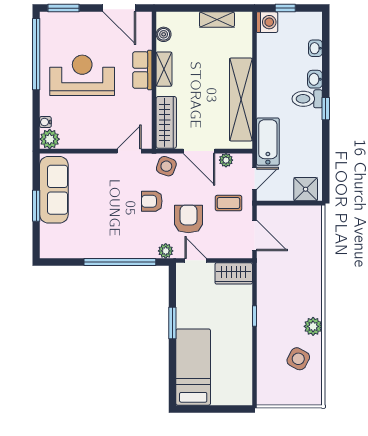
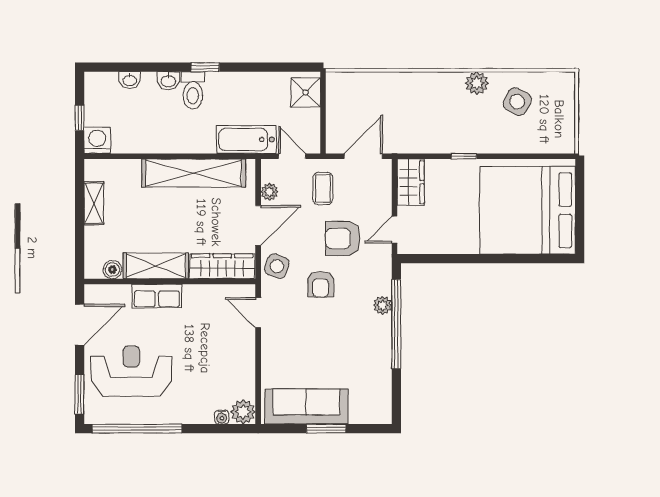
shelving: (164, 69) -> (156, 266), width x1.50, depth x1.33
reception desk: (82, 75) -> (131, 371), moved, turned 90
plant: (166, 251) -> (383, 305), moved
window: (172, 323) -> (473, 259), removed
bed: (193, 367) -> (528, 210), width x2.04

